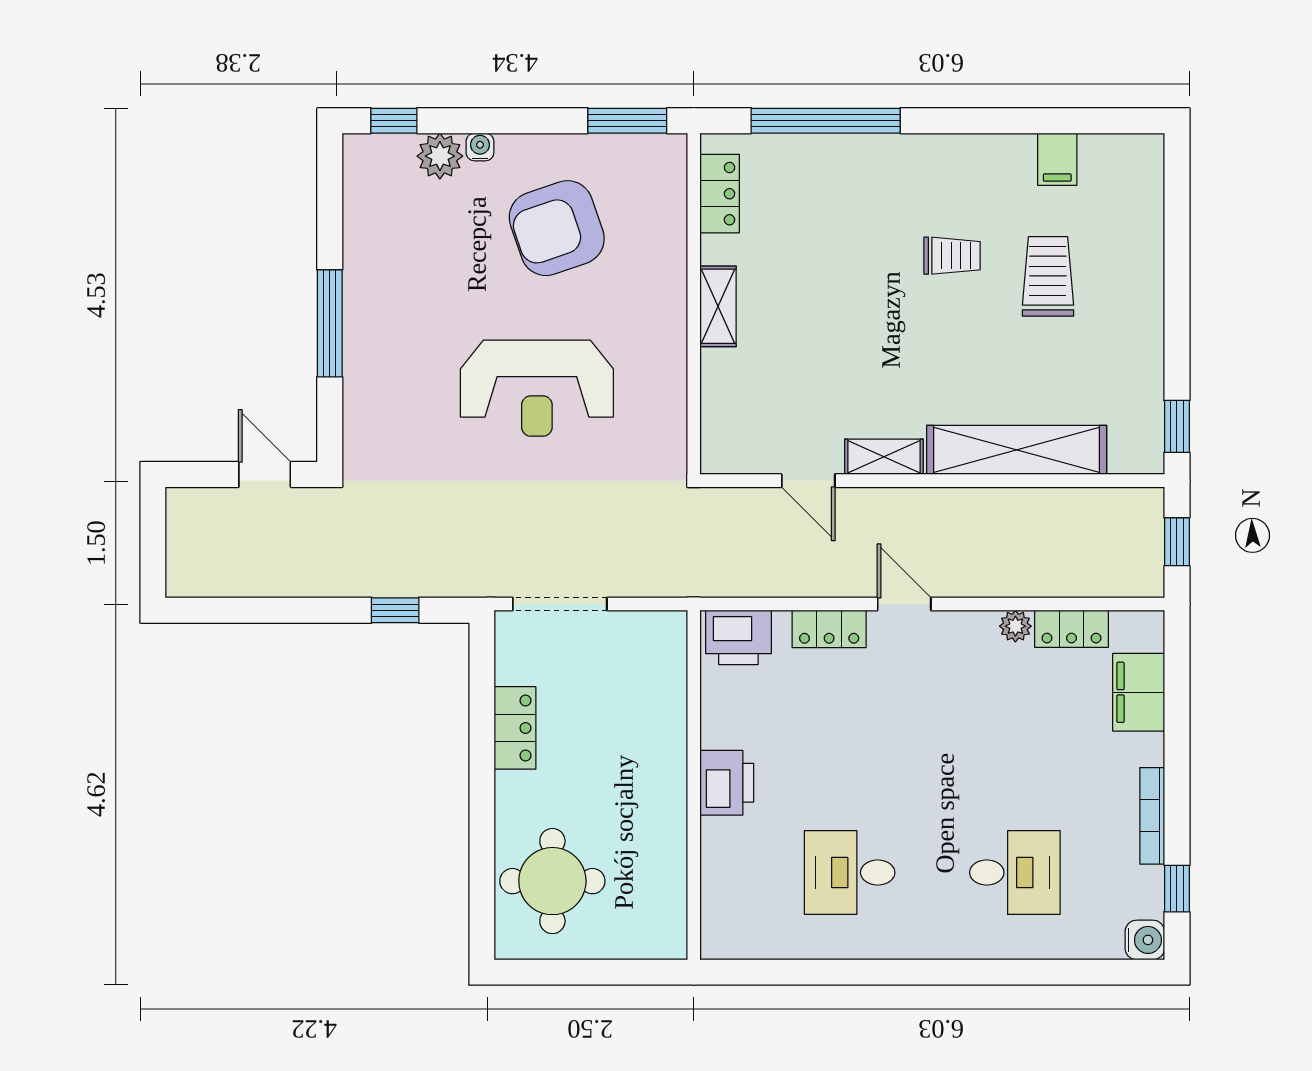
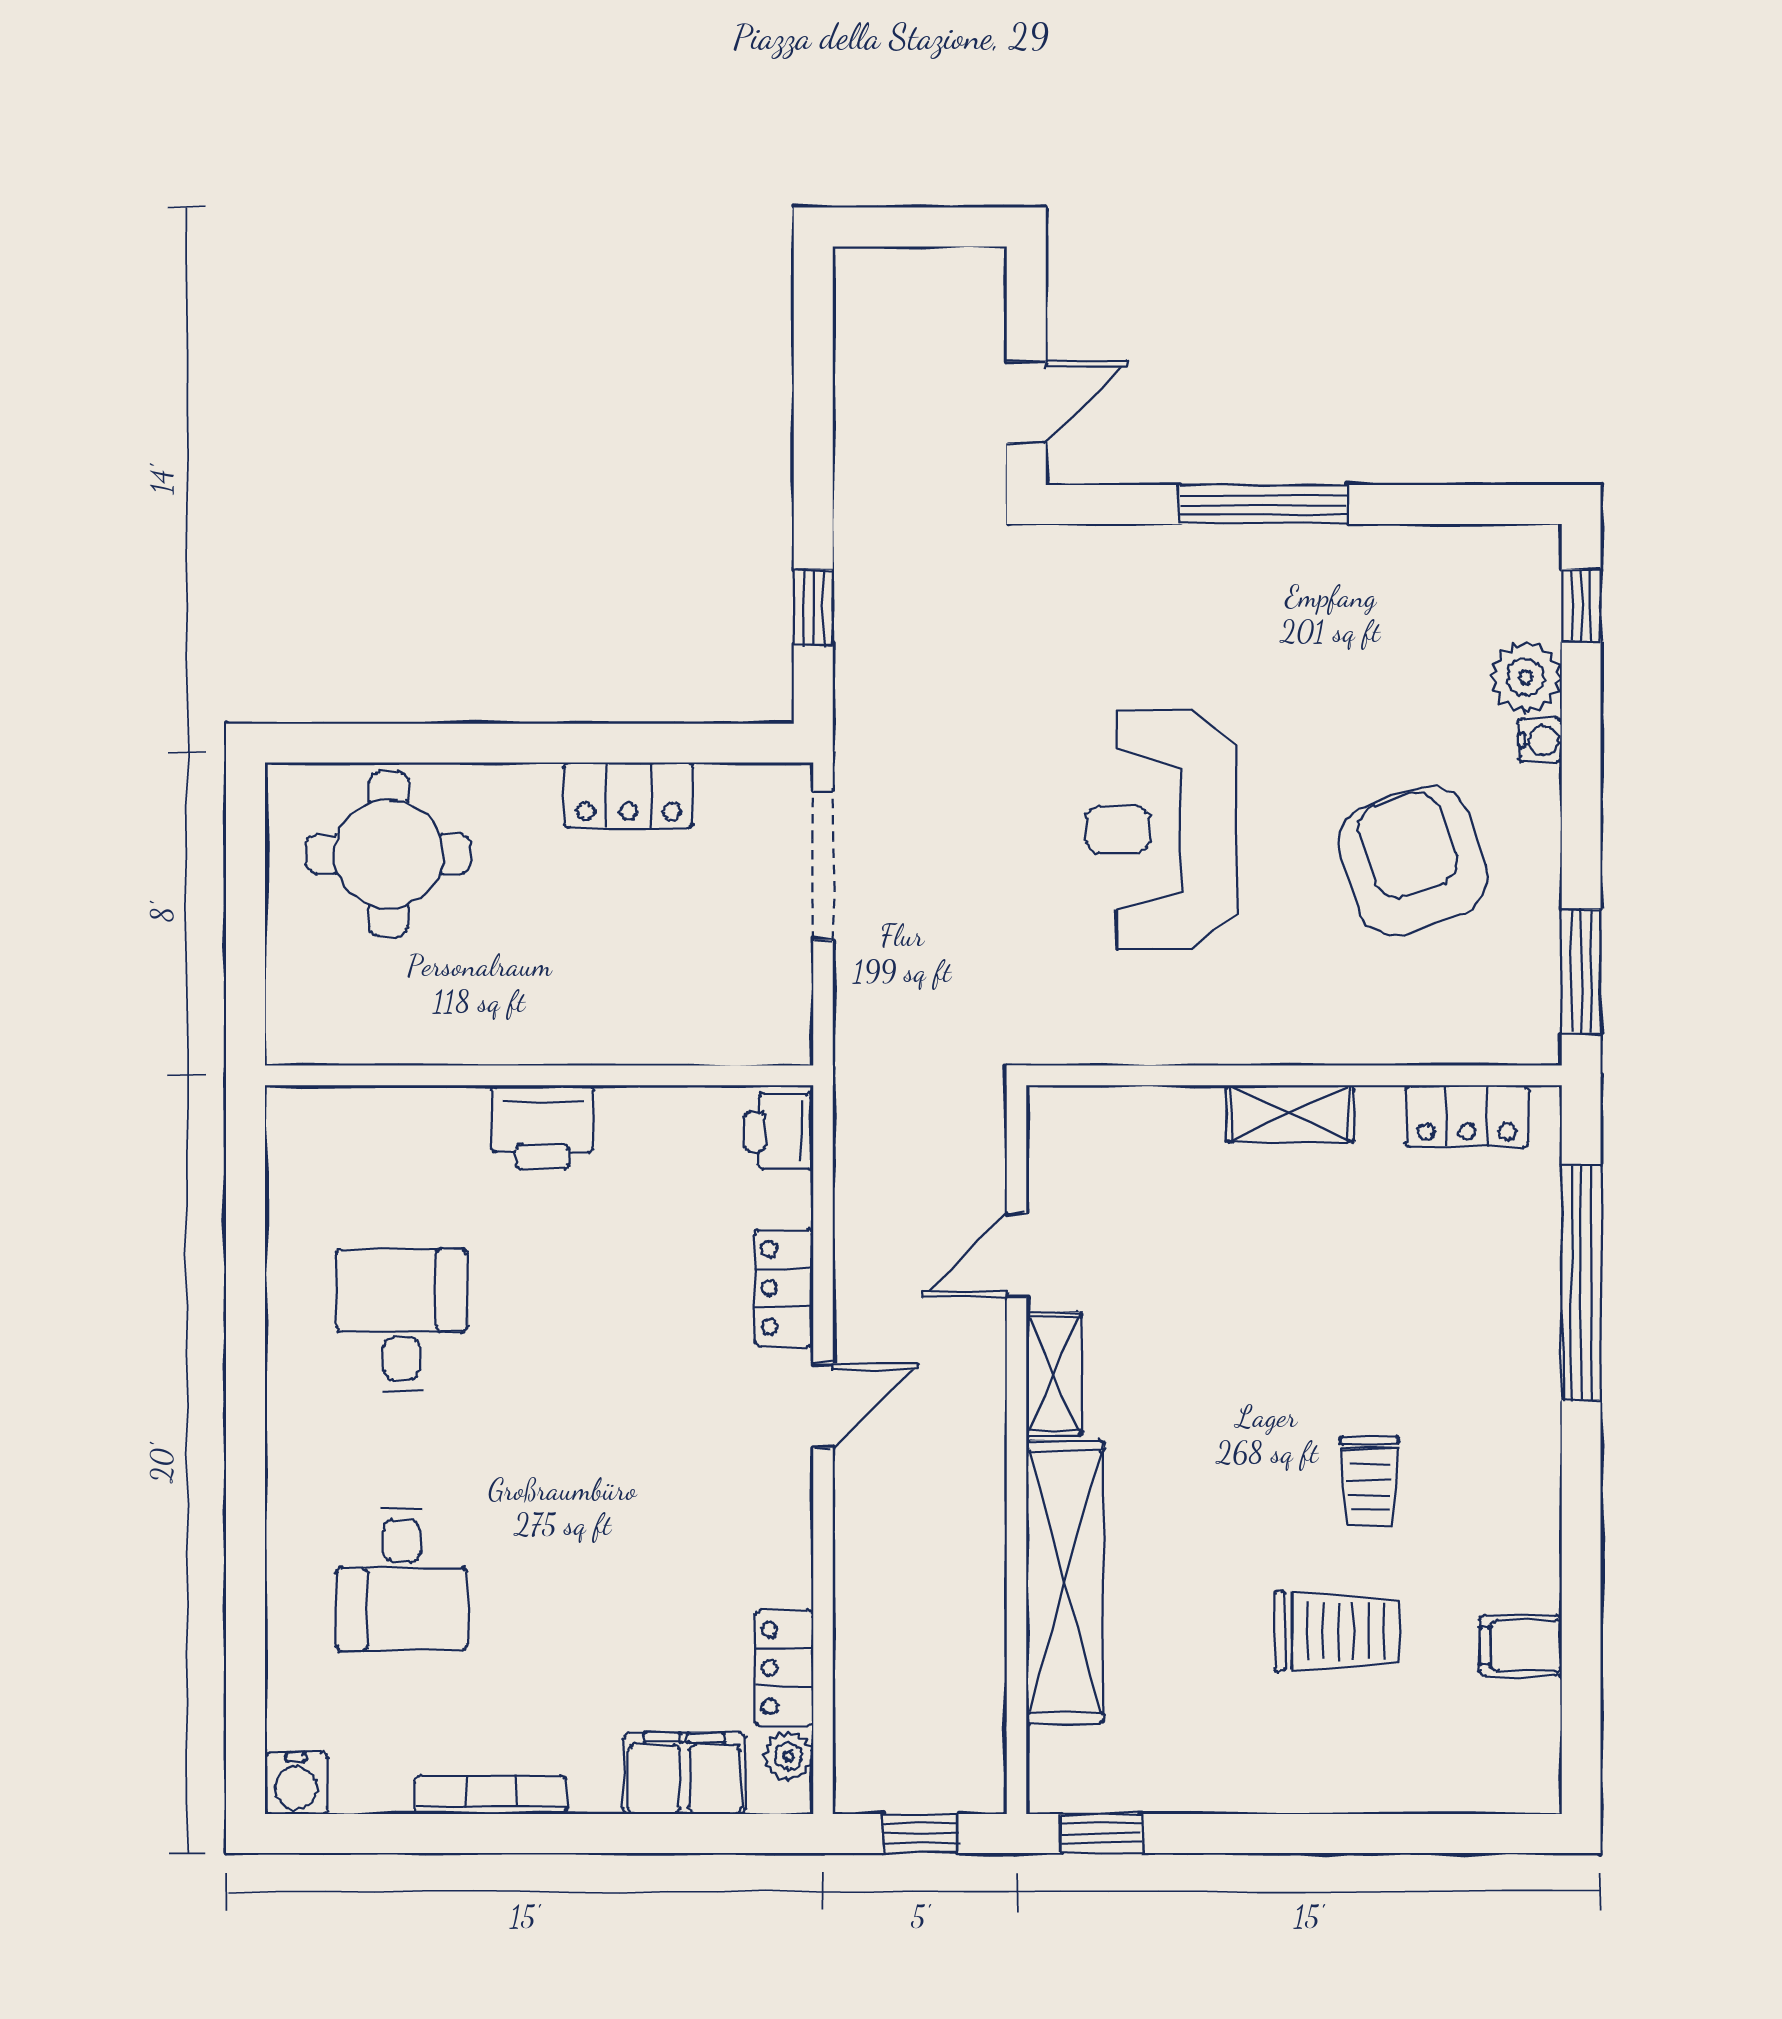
plant: (1015, 626) -> (788, 1756), moved
printer: (738, 637) -> (779, 1132), width x0.73, depth x0.81
window: (1177, 889) -> (377, 1834), removed

